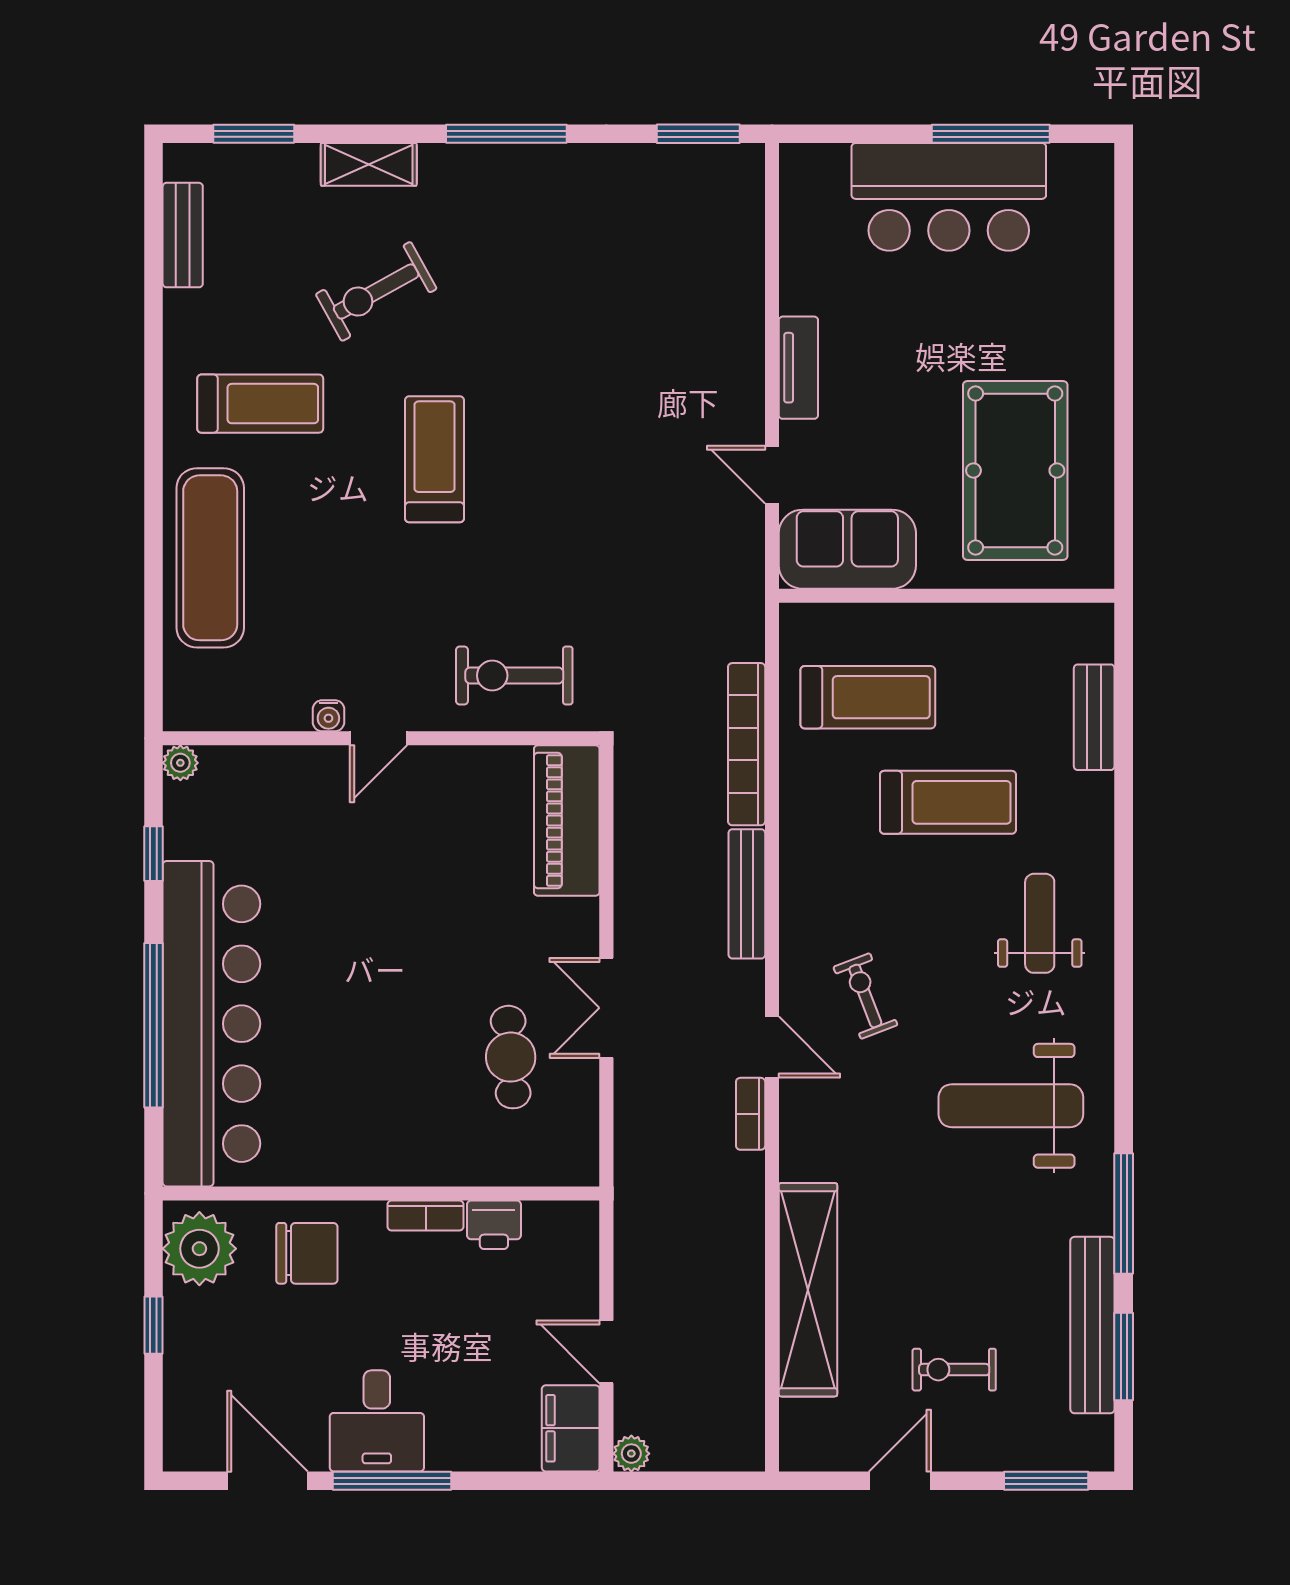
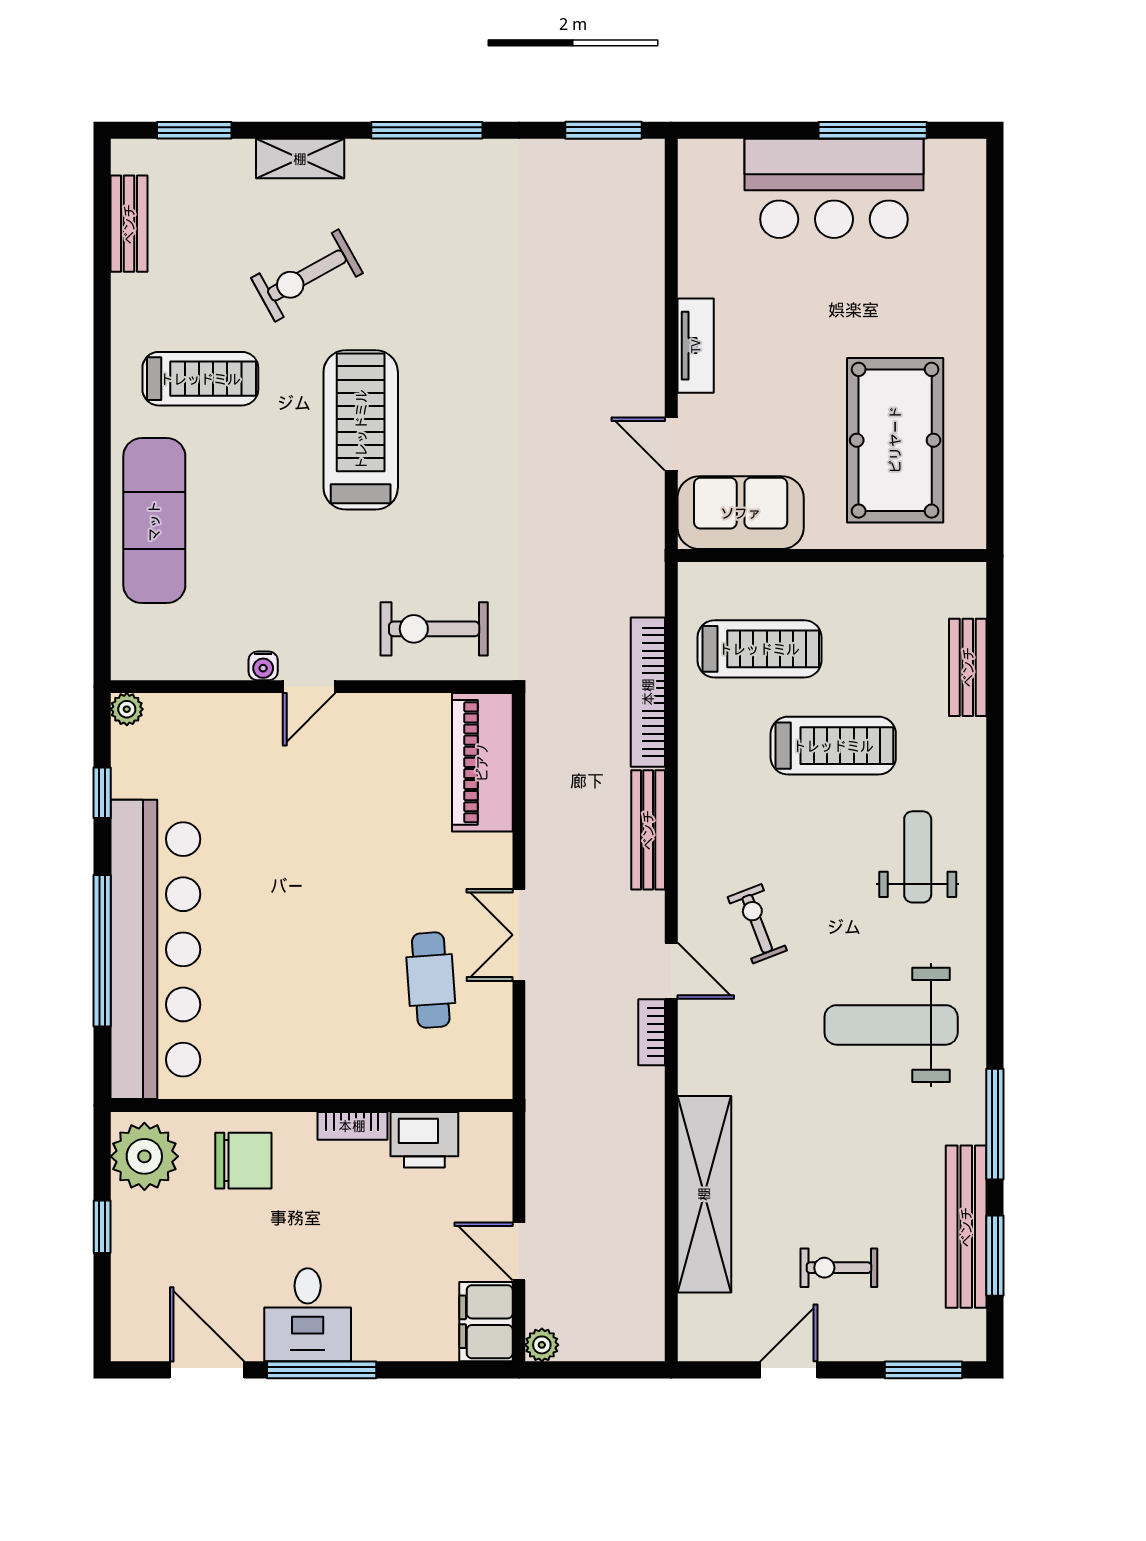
treadmill: (435, 459) -> (361, 430), width x1.37, depth x1.38
printer: (494, 1225) -> (424, 1140), width x1.36, depth x1.24

